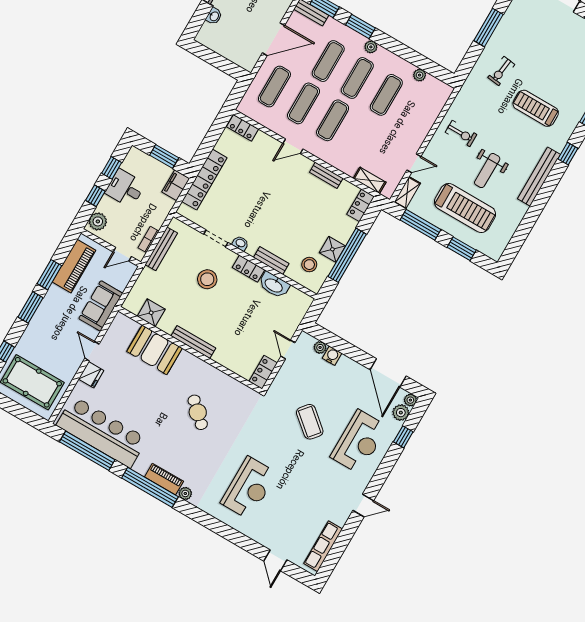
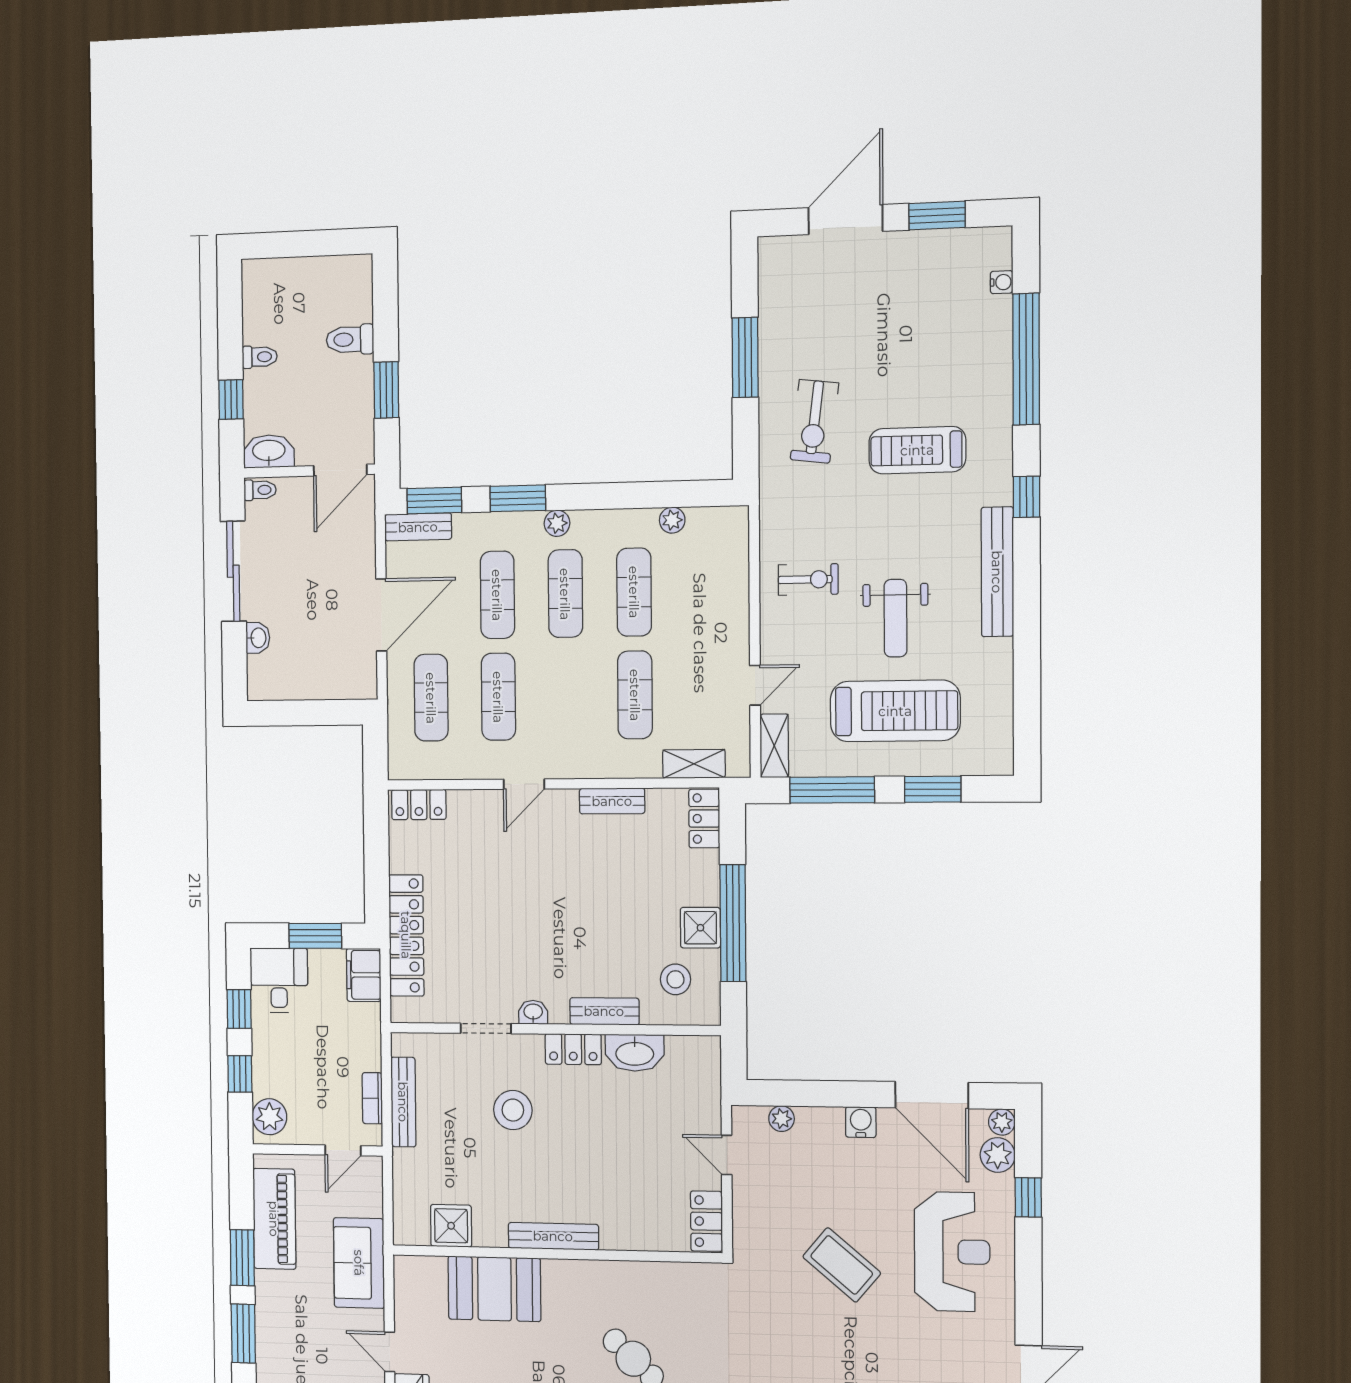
exercise bike: (501, 71) -> (814, 421), width x1.38, depth x1.39
exercise mat: (333, 120) -> (635, 695), moved
desk: (125, 188) -> (279, 980), moved, turned 90
water cooler: (332, 356) -> (861, 1122), moved

